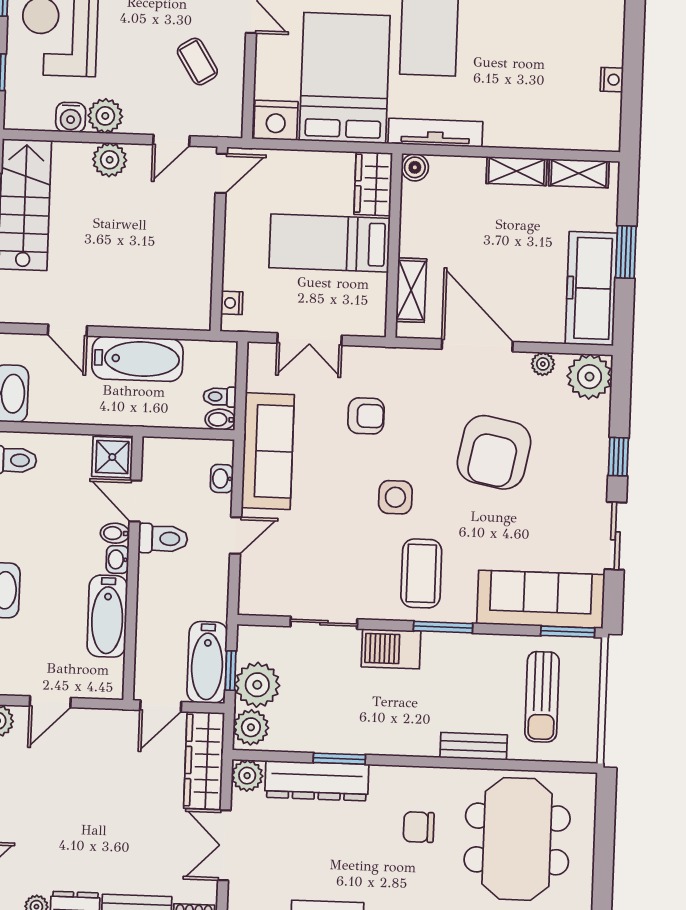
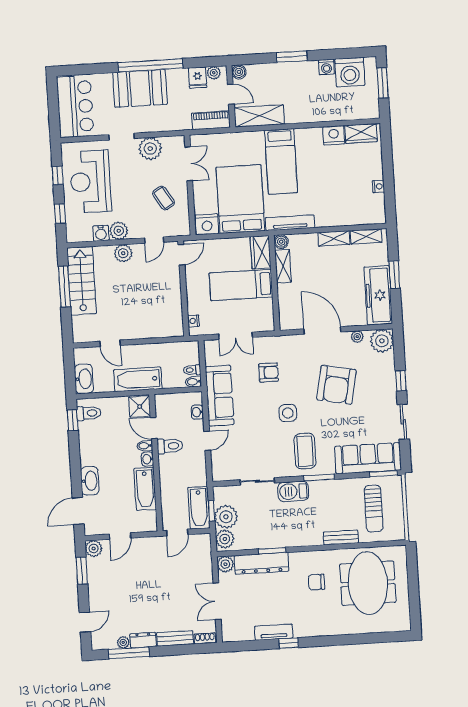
shelving: (411, 290) -> (283, 266), moved
bathtub: (137, 359) -> (138, 379), moved, turned 180
wardrobe: (204, 761) -> (202, 559), removed

